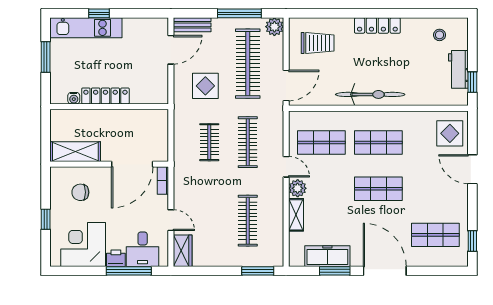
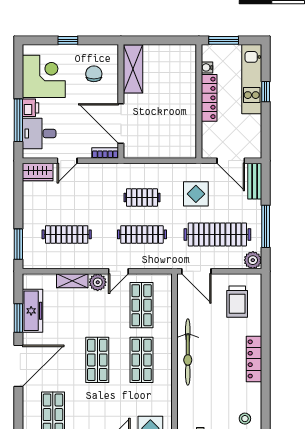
locker: (105, 96) -> (209, 98), moved
water cooler: (74, 98) -> (207, 67), moved
wall: (109, 107) -> (199, 101), moved

